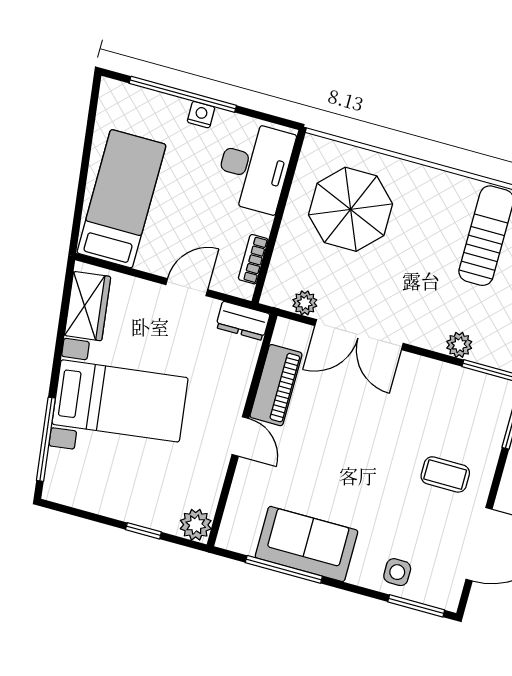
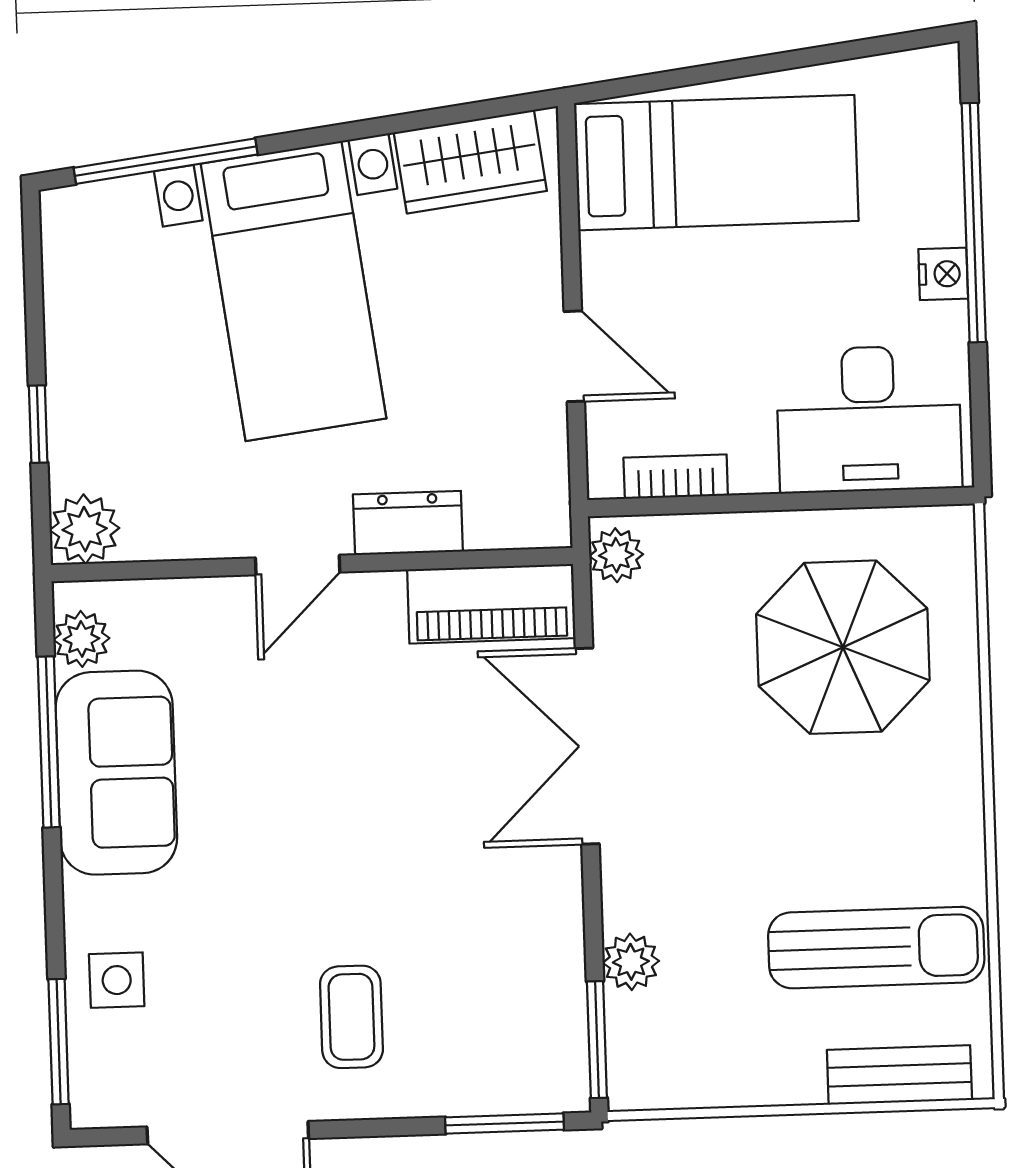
plant: (305, 303) -> (616, 555), moved
dresser: (243, 321) -> (408, 523), moved, turned 90
piano: (276, 385) -> (491, 604), moved
plant: (243, 541) -> (81, 639), added

